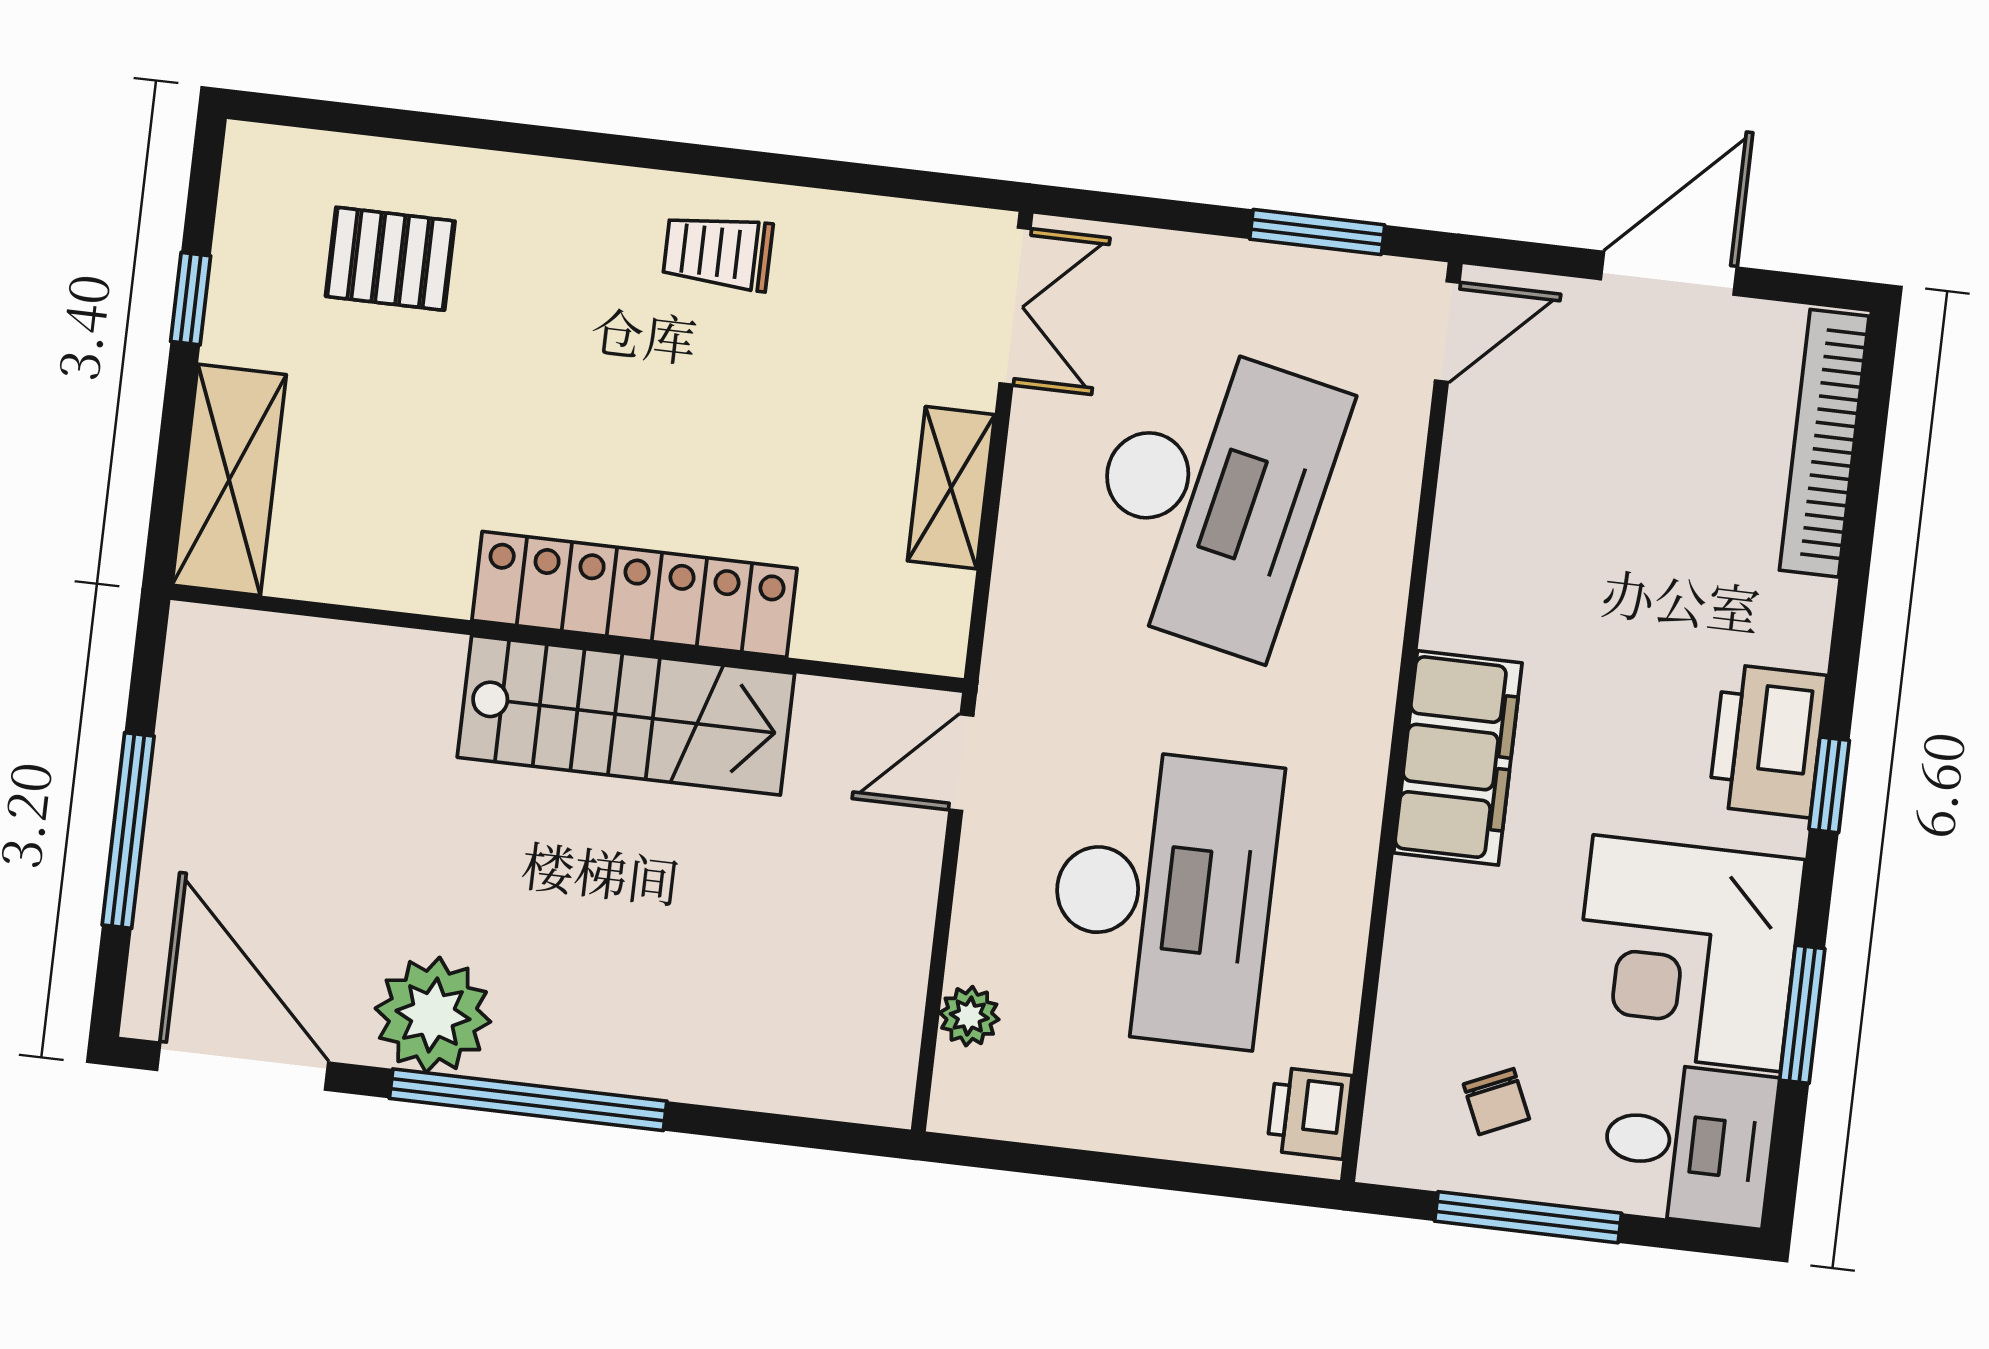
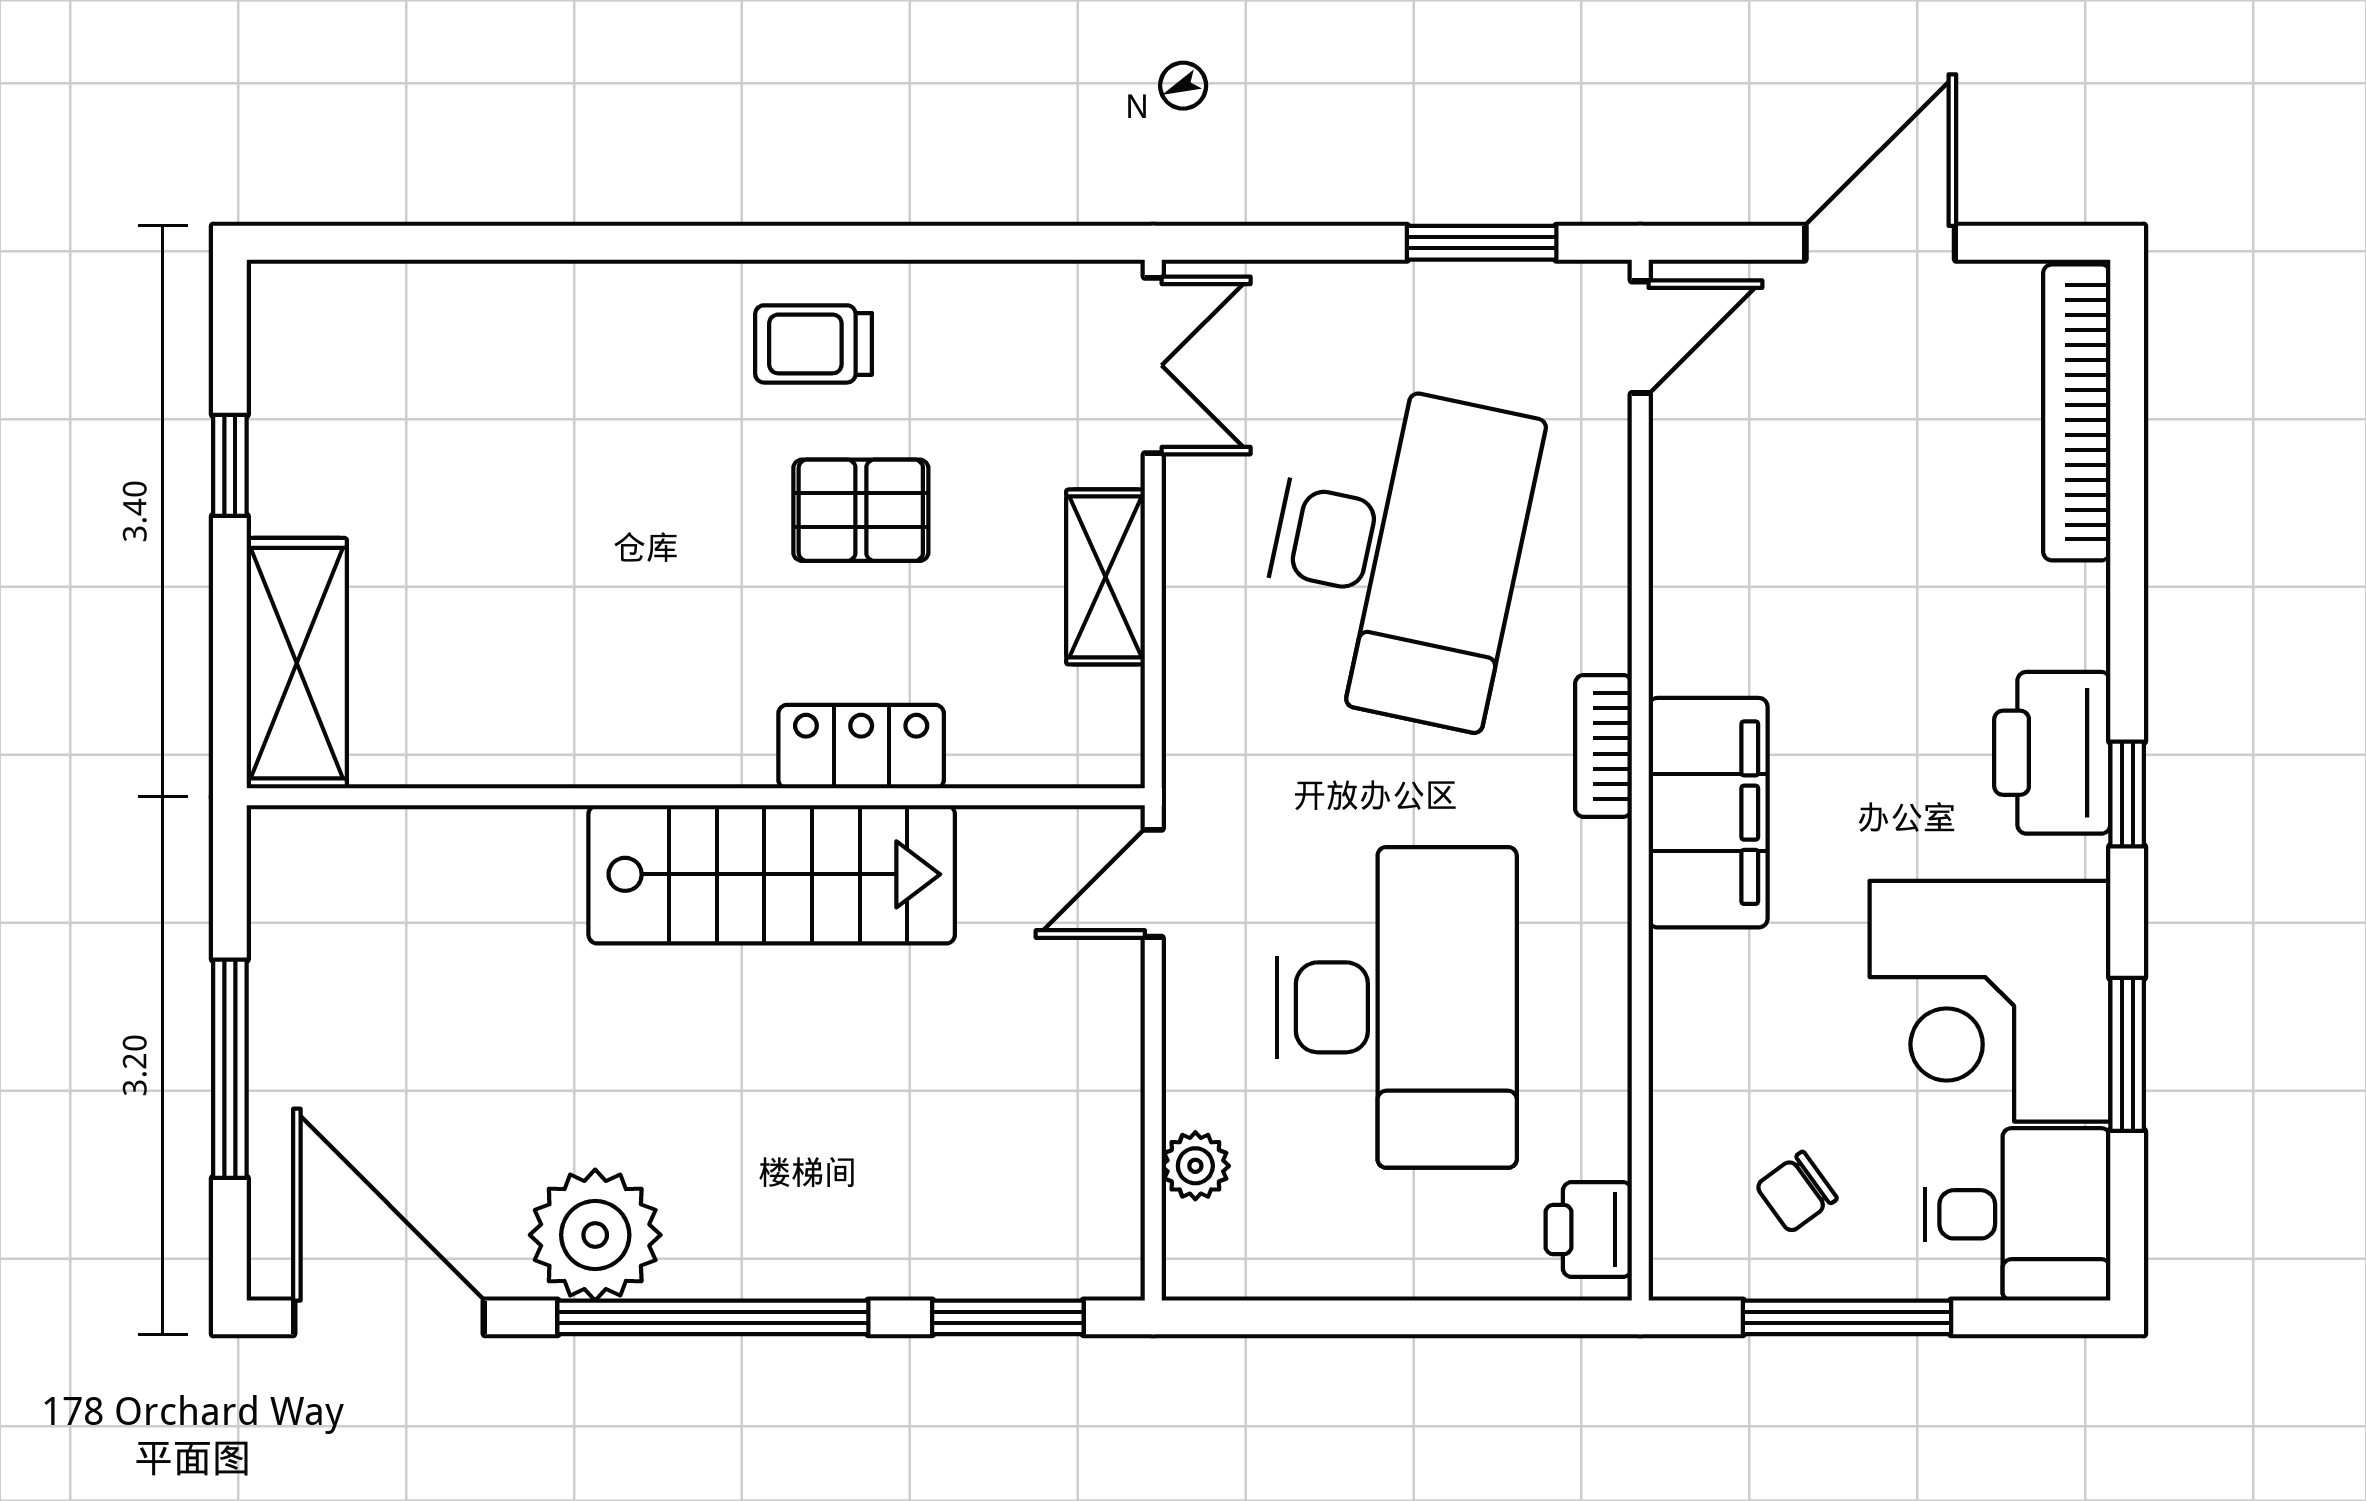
pallet: (390, 259) -> (861, 510), moved
locker: (634, 594) -> (861, 747), width x0.46, depth x0.83
bookcase: (1372, 688) -> (1603, 746), added
chair: (1496, 1102) -> (1796, 1192), turned 78
window: (788, 1130) -> (1008, 1317), added

